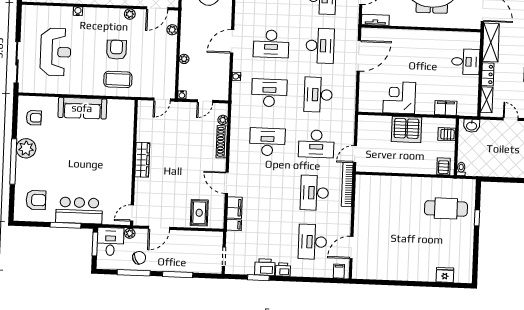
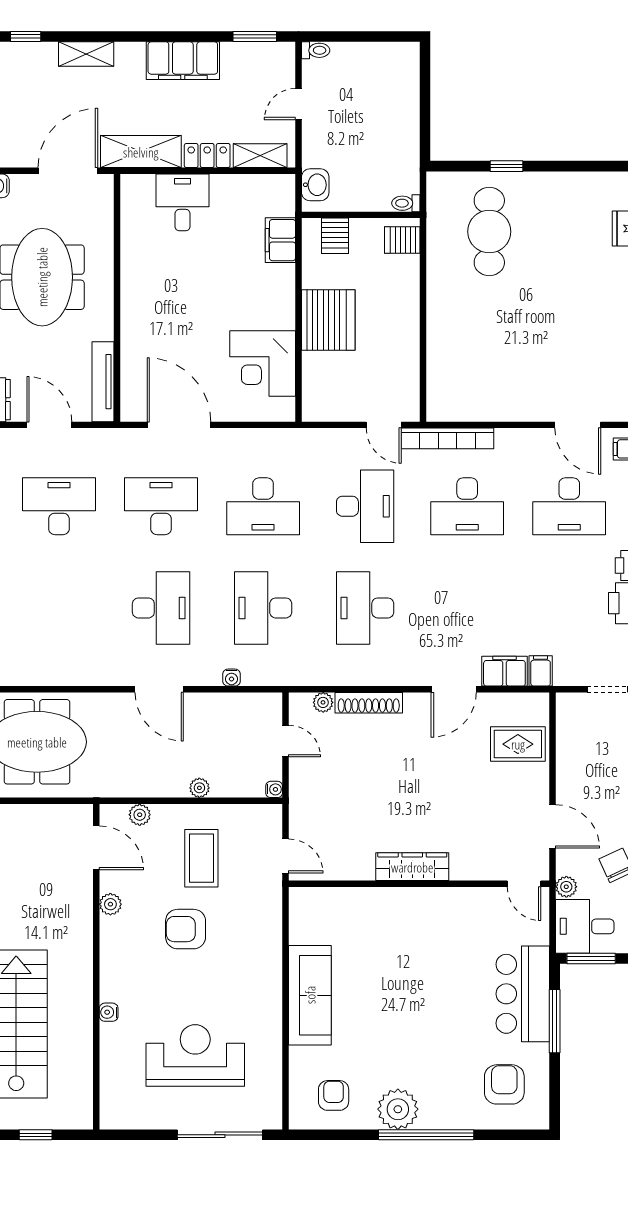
tv unit: (375, 20) -> (103, 382), width x1.41
coffee table: (118, 79) -> (201, 858), moved
corner desk: (399, 98) -> (263, 364), moved
door: (162, 100) -> (286, 856), moved

